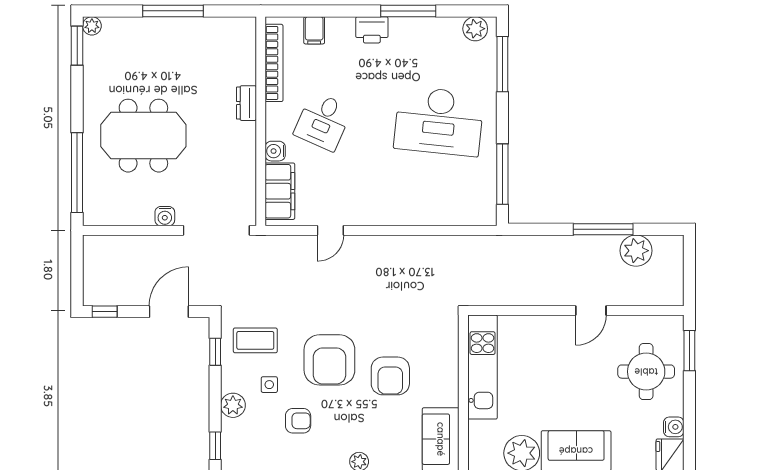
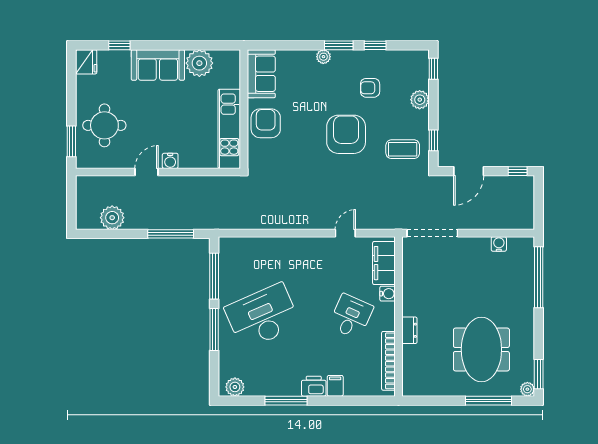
window: (173, 11) -> (488, 401), moved
filing cabinet: (314, 30) -> (335, 386), moved
window: (502, 64) -> (214, 329), moved
desk: (439, 121) -> (263, 316), turned -30
meeting table: (143, 136) -> (481, 349), moved, turned 90
water cooler: (165, 216) -> (499, 244), moved
window: (603, 229) -> (171, 234), moved
armchair: (390, 376) -> (266, 123), moved
side table: (269, 385) -> (392, 115), removed
water cooler: (674, 427) -> (170, 161), moved, turned -90

